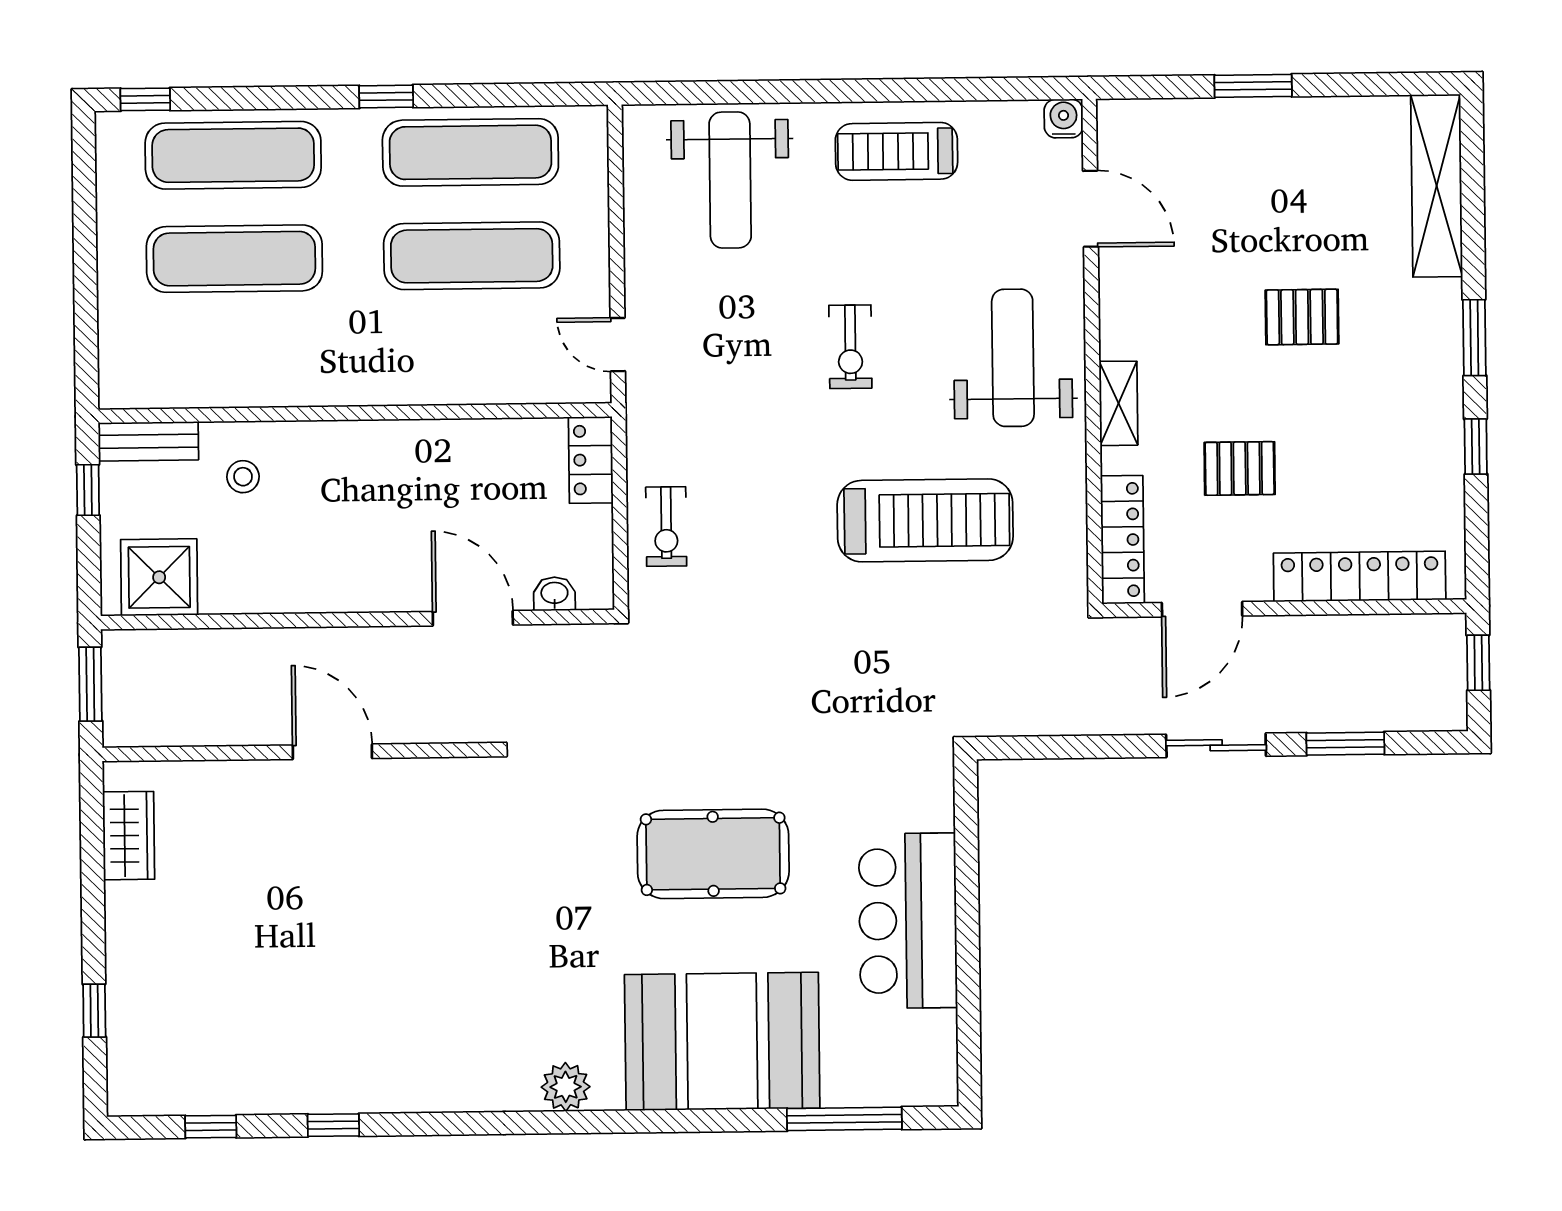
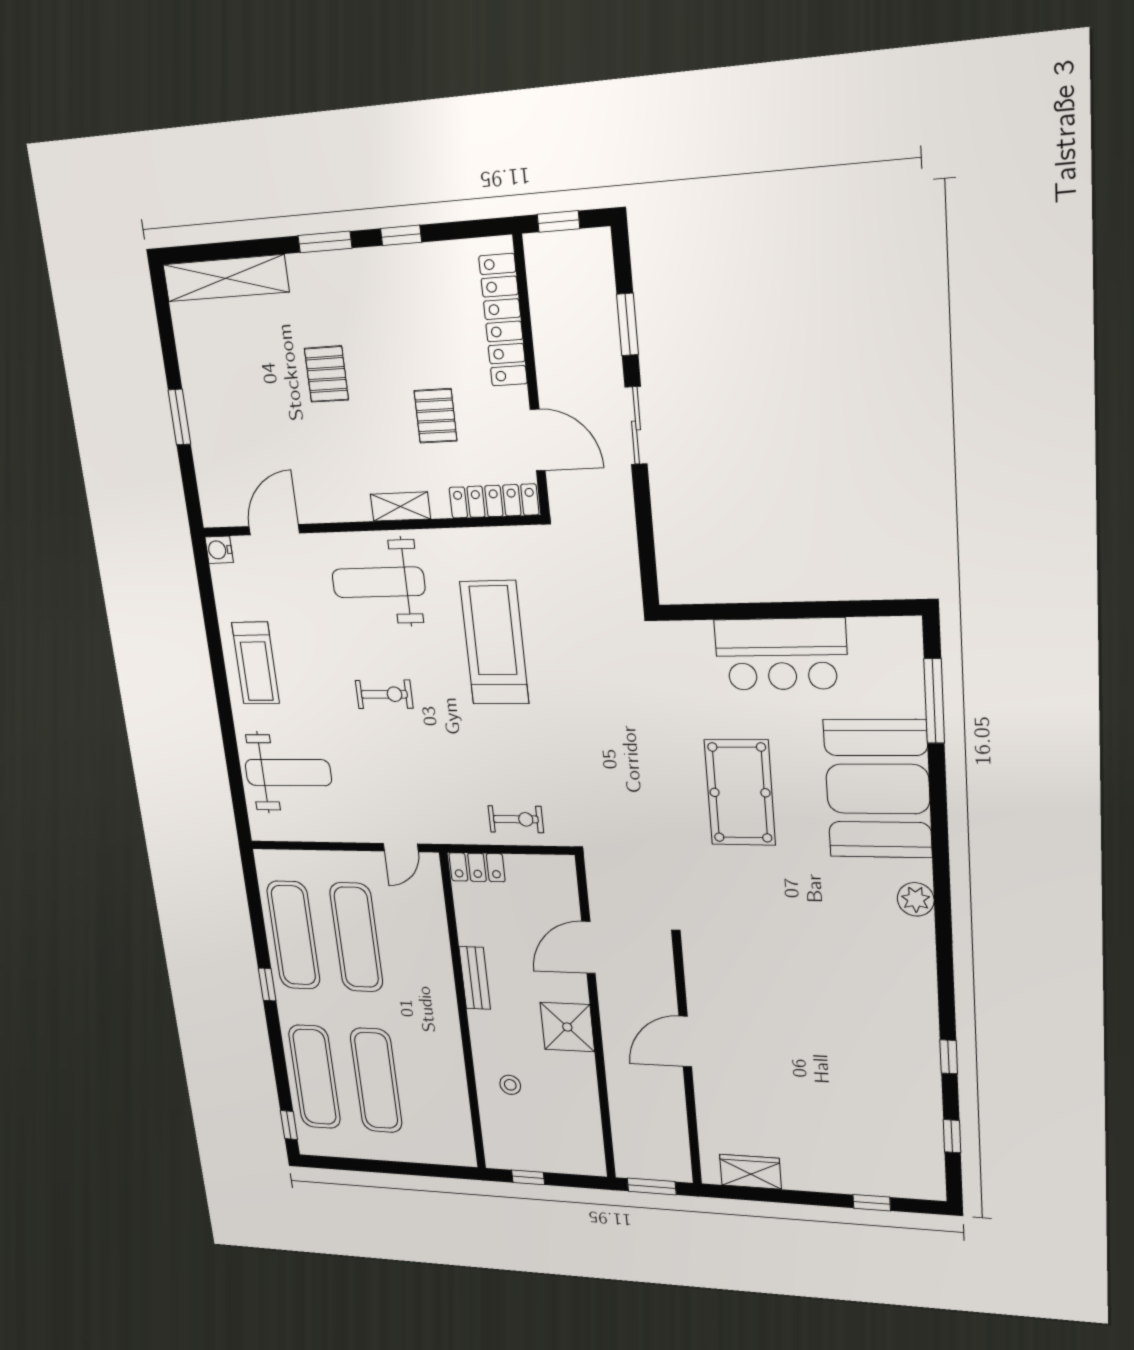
bench: (148, 441) -> (475, 978), moved
shower: (159, 577) -> (567, 1027), moved
washbasin: (554, 594) -> (568, 894), removed

